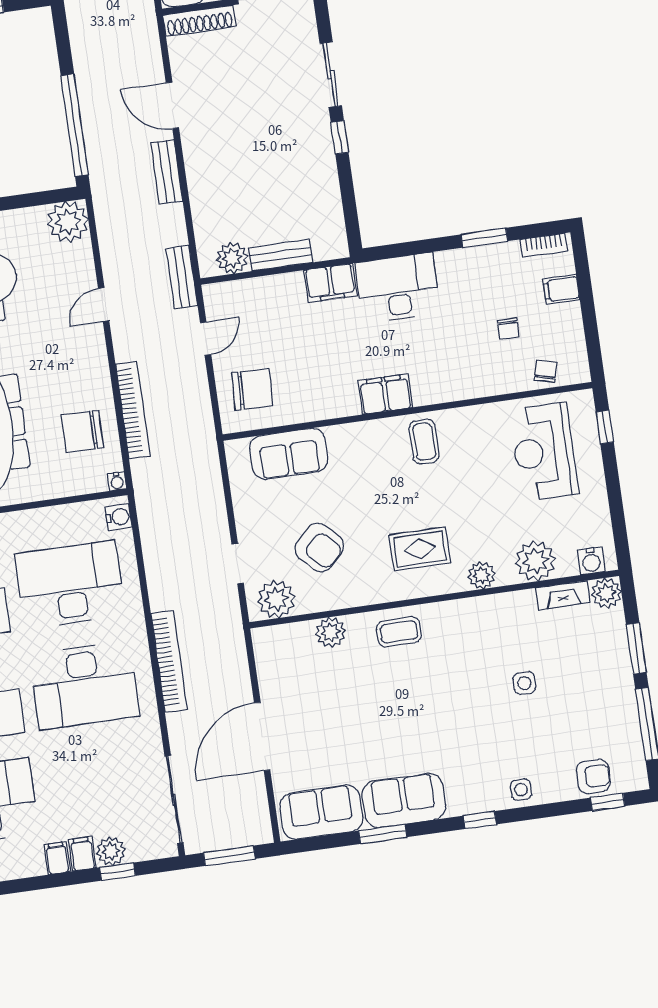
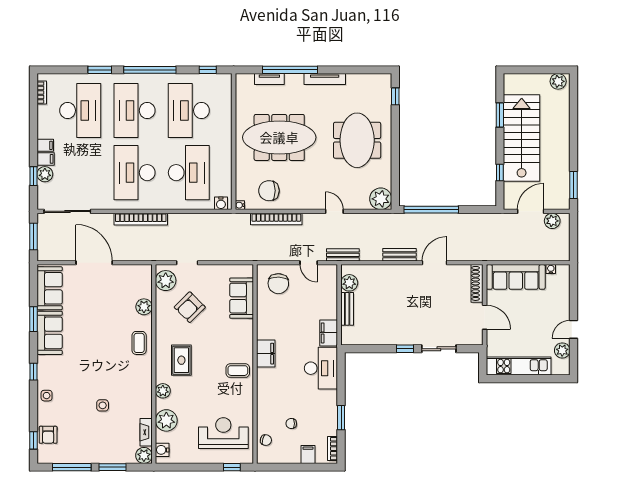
chair: (82, 431) -> (269, 191), turned -90

